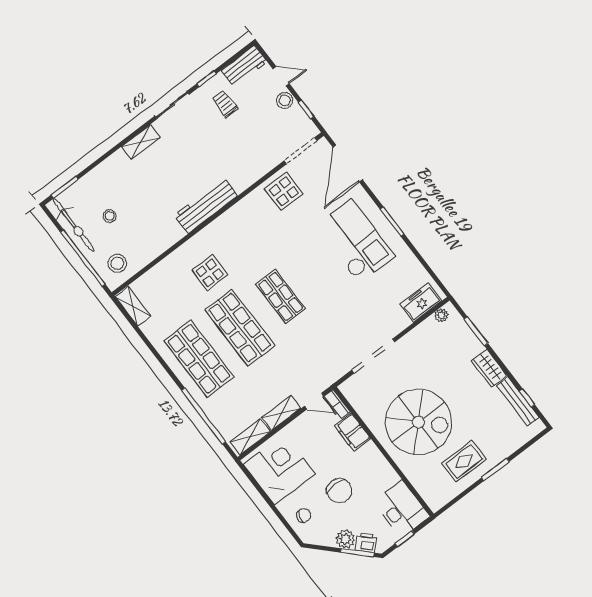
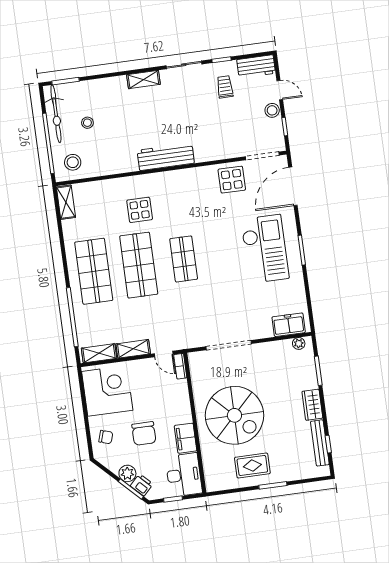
filing cabinet: (353, 432) -> (186, 438), moved

